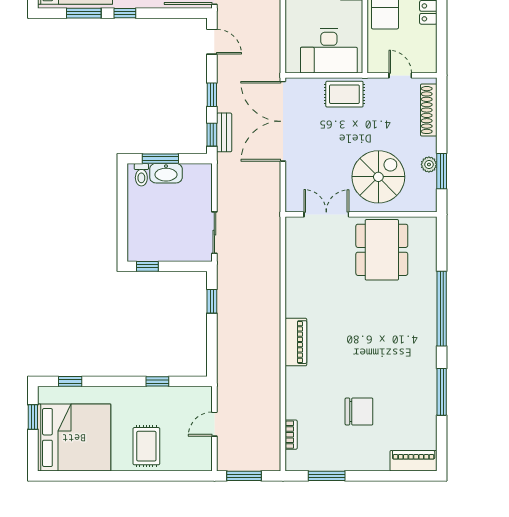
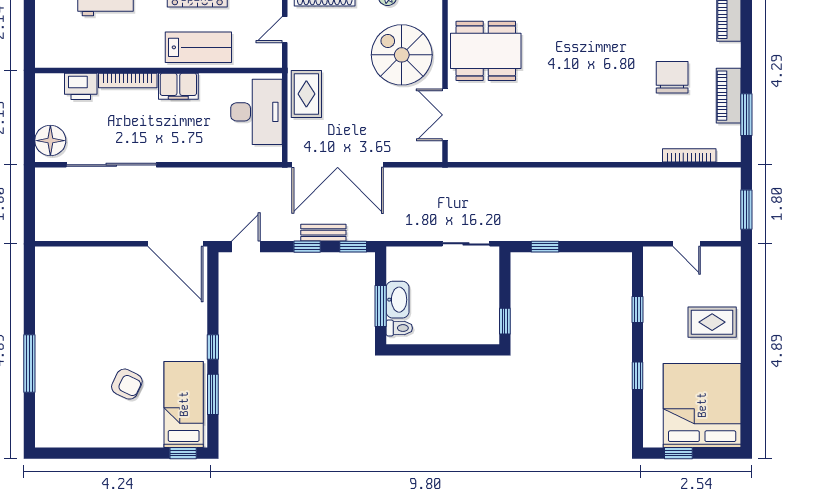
bench: (224, 132) -> (323, 233), moved
piano: (296, 342) -> (729, 96), moved, turned -90
window: (70, 381) -> (638, 376), moved
bookcase: (291, 435) -> (689, 155), width x1.56

